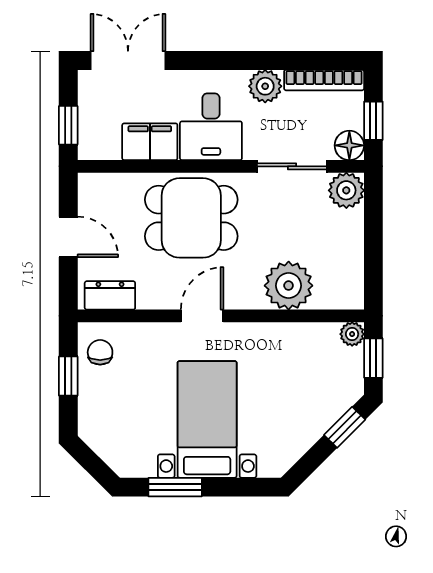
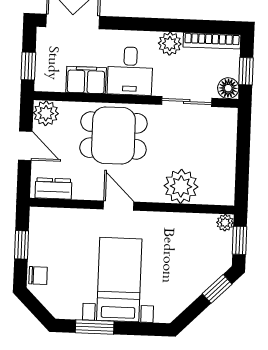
plant: (346, 190) -> (46, 113), moved
door: (202, 316) -> (119, 206), hinge flipped
chair: (100, 352) -> (38, 275), moved, turned 90

